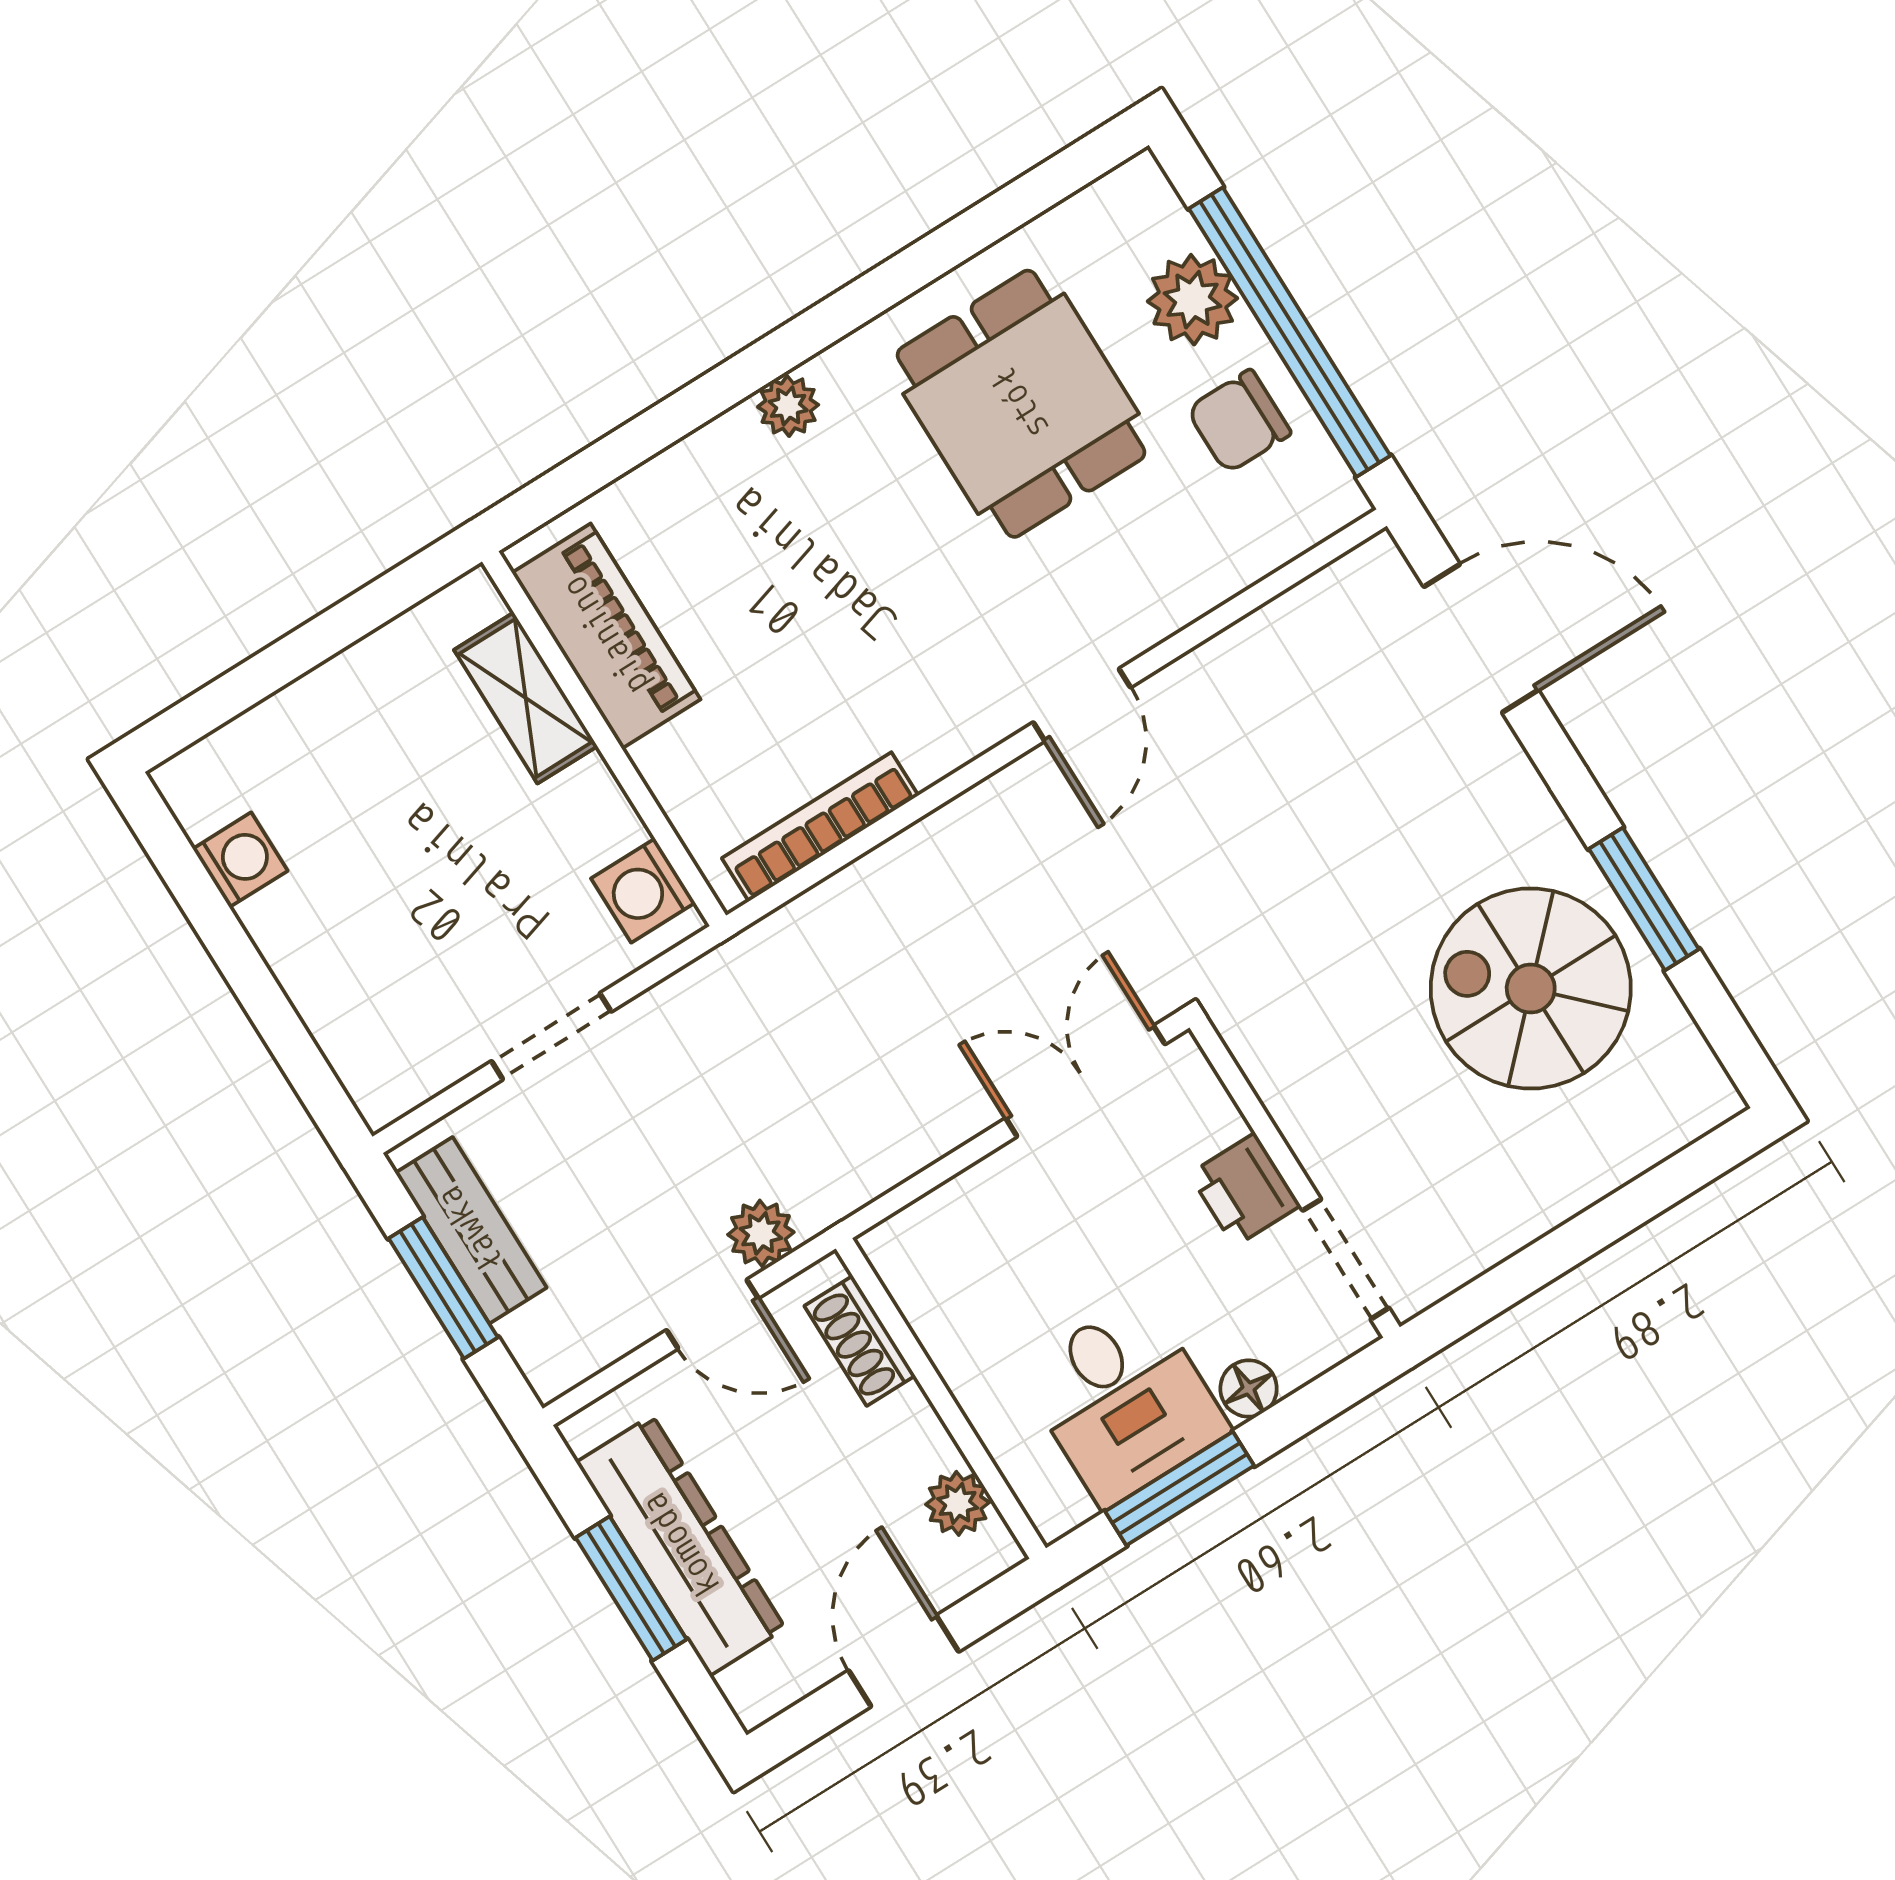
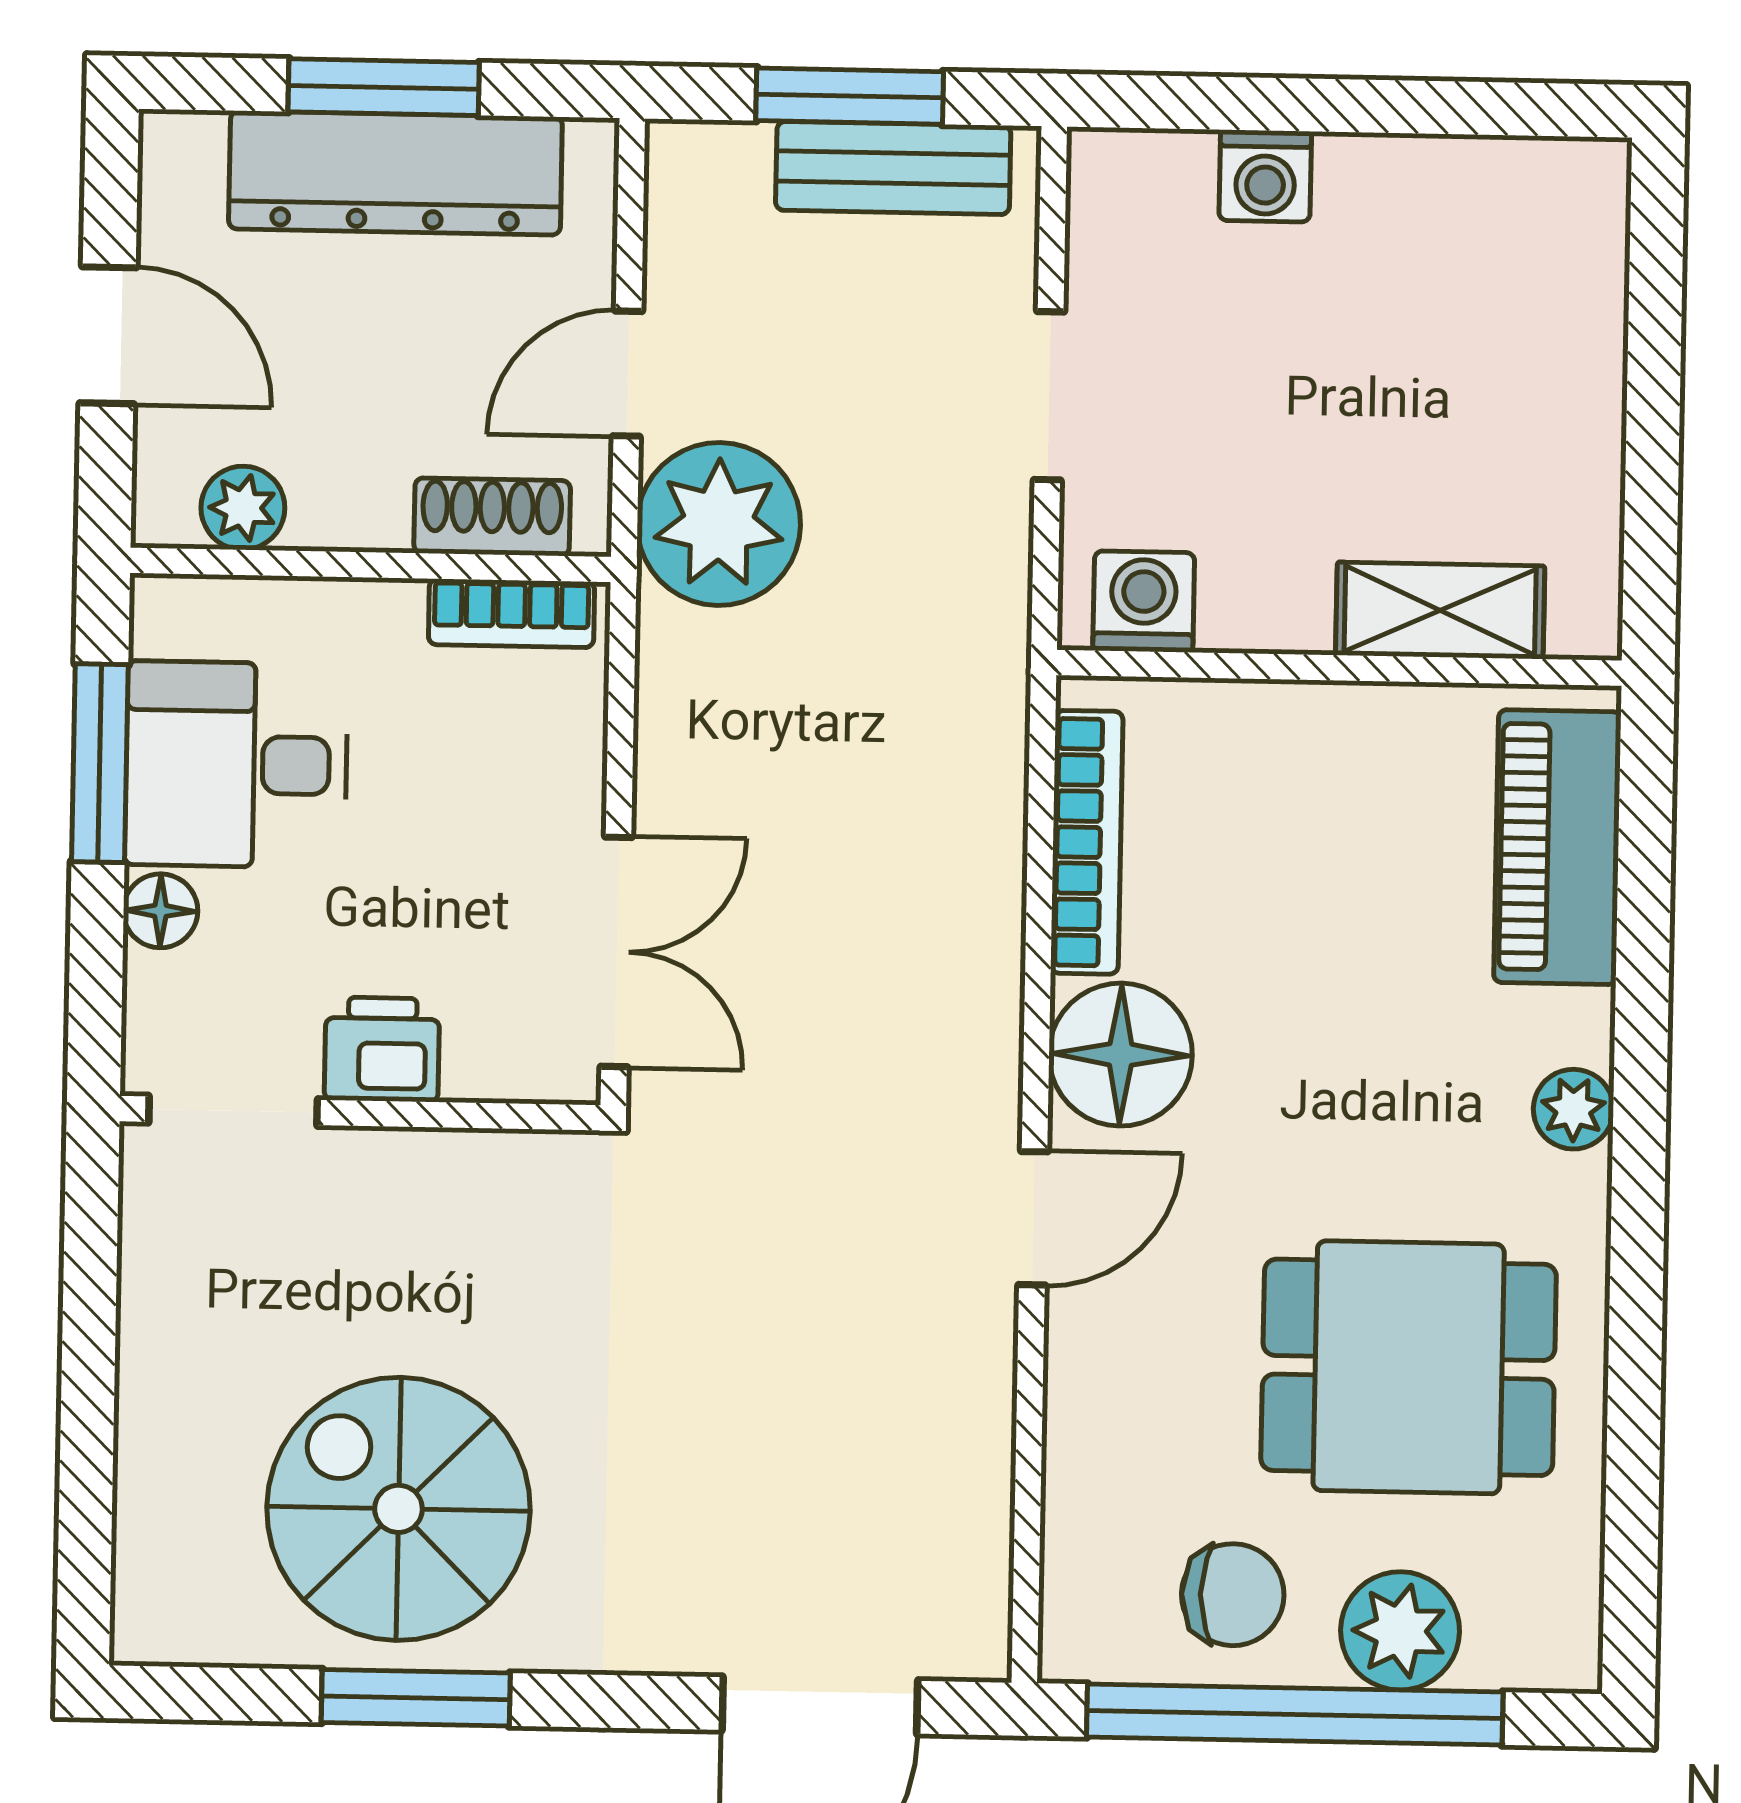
chair: (1239, 421) -> (1233, 1595), turned 90
piano: (606, 636) -> (1557, 847), moved, turned 90
door: (1082, 705) -> (1033, 1218), swing flipped
floor lamp: (941, 717) -> (1121, 1055), added
washing machine: (240, 860) -> (1265, 176), moved
spiral stairs: (1531, 989) -> (398, 1509), turned -90
plant: (761, 1233) -> (719, 524), width x1.87, depth x1.87
bookcase: (913, 1288) -> (511, 613), added

